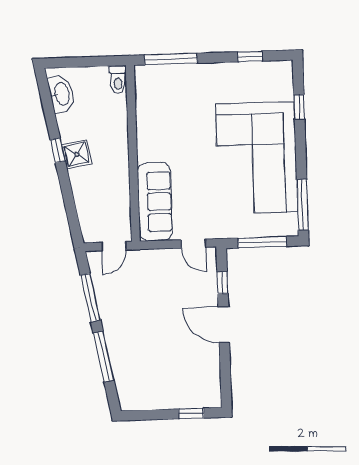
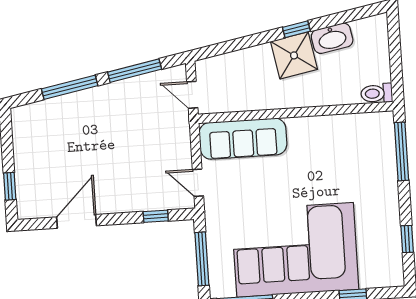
washbasin: (61, 94) -> (332, 38), moved
shower: (77, 154) -> (294, 55), width x1.36, depth x1.36
door: (193, 244) -> (198, 183), hinge flipped
door: (224, 325) -> (77, 221), moved

